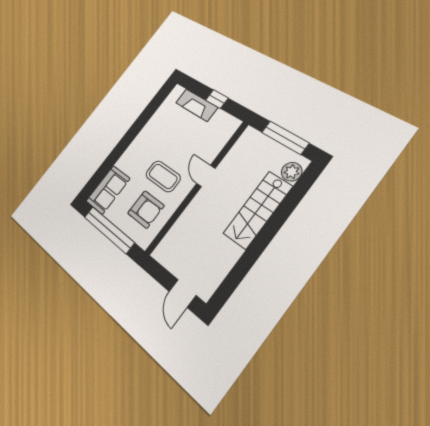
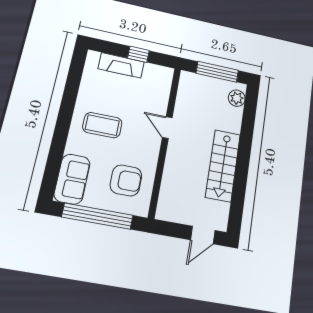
coffee table: (163, 176) -> (102, 125), moved
stairs: (258, 210) -> (223, 166), moved
door: (182, 293) -> (203, 235), hinge flipped

